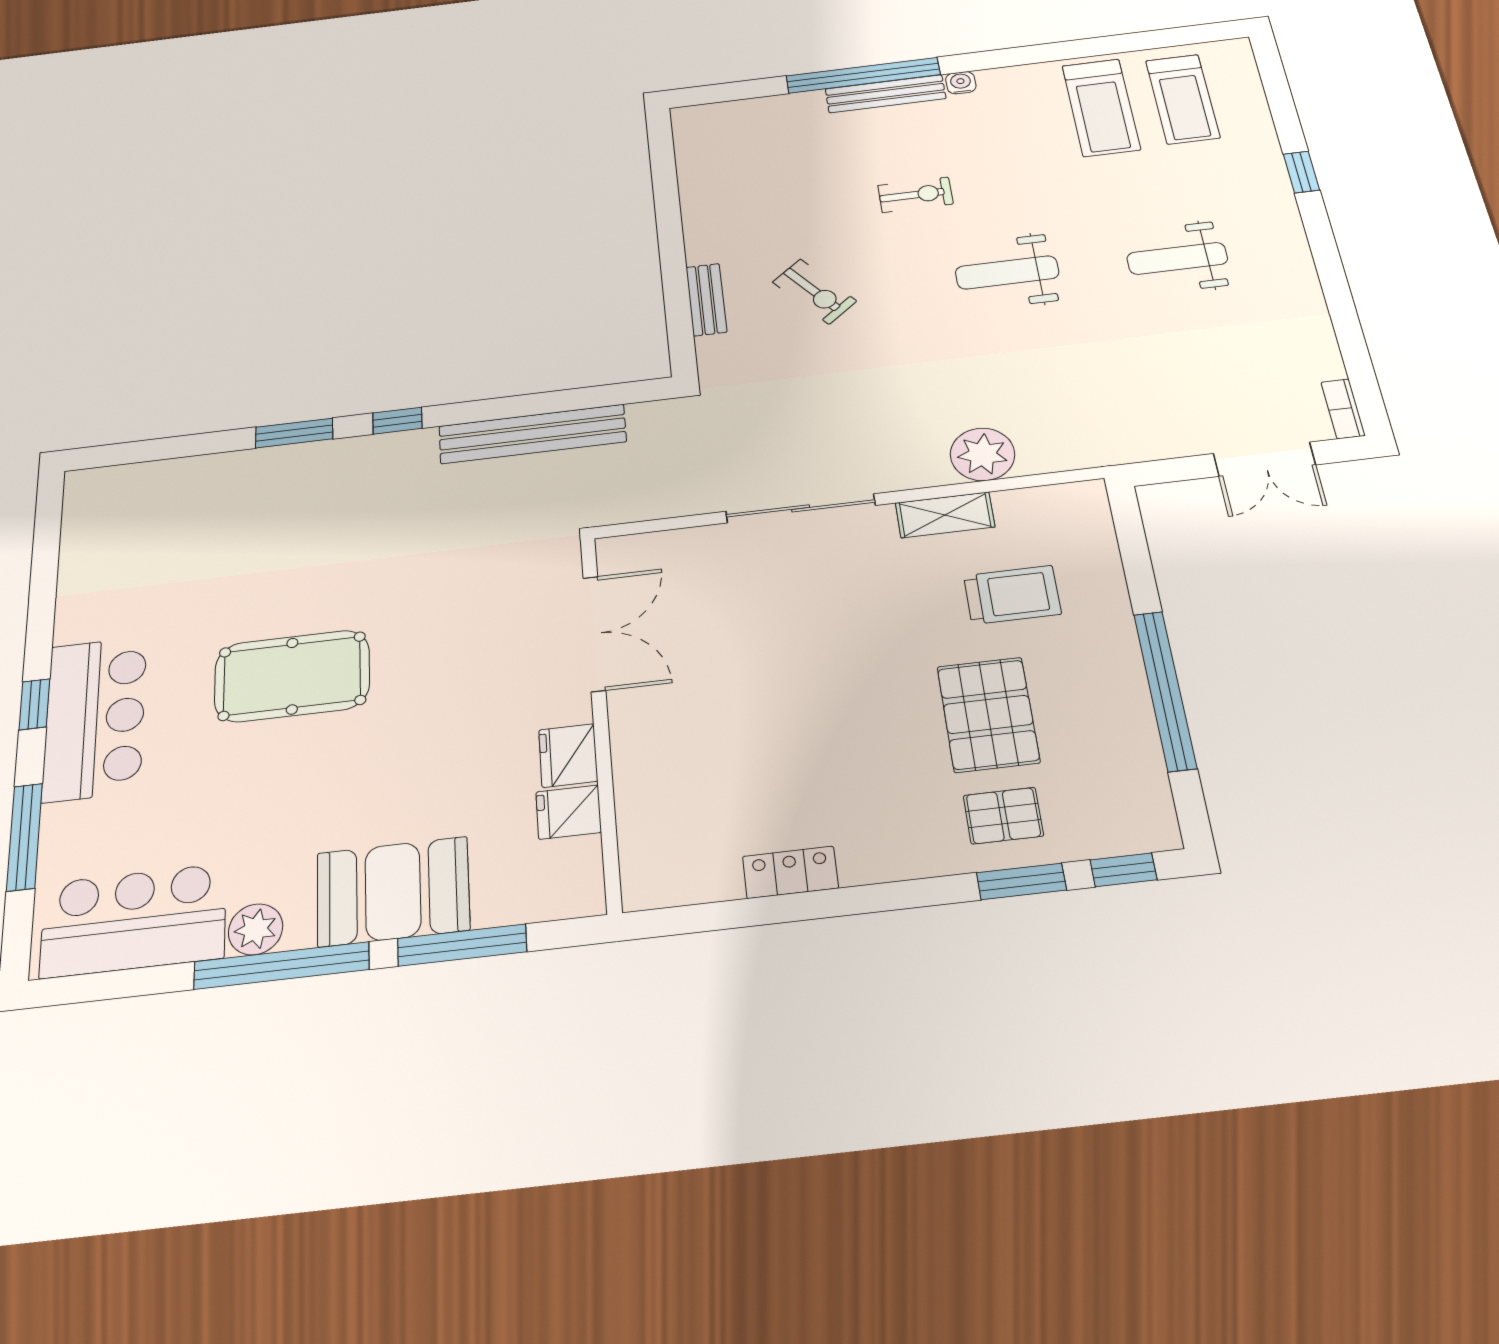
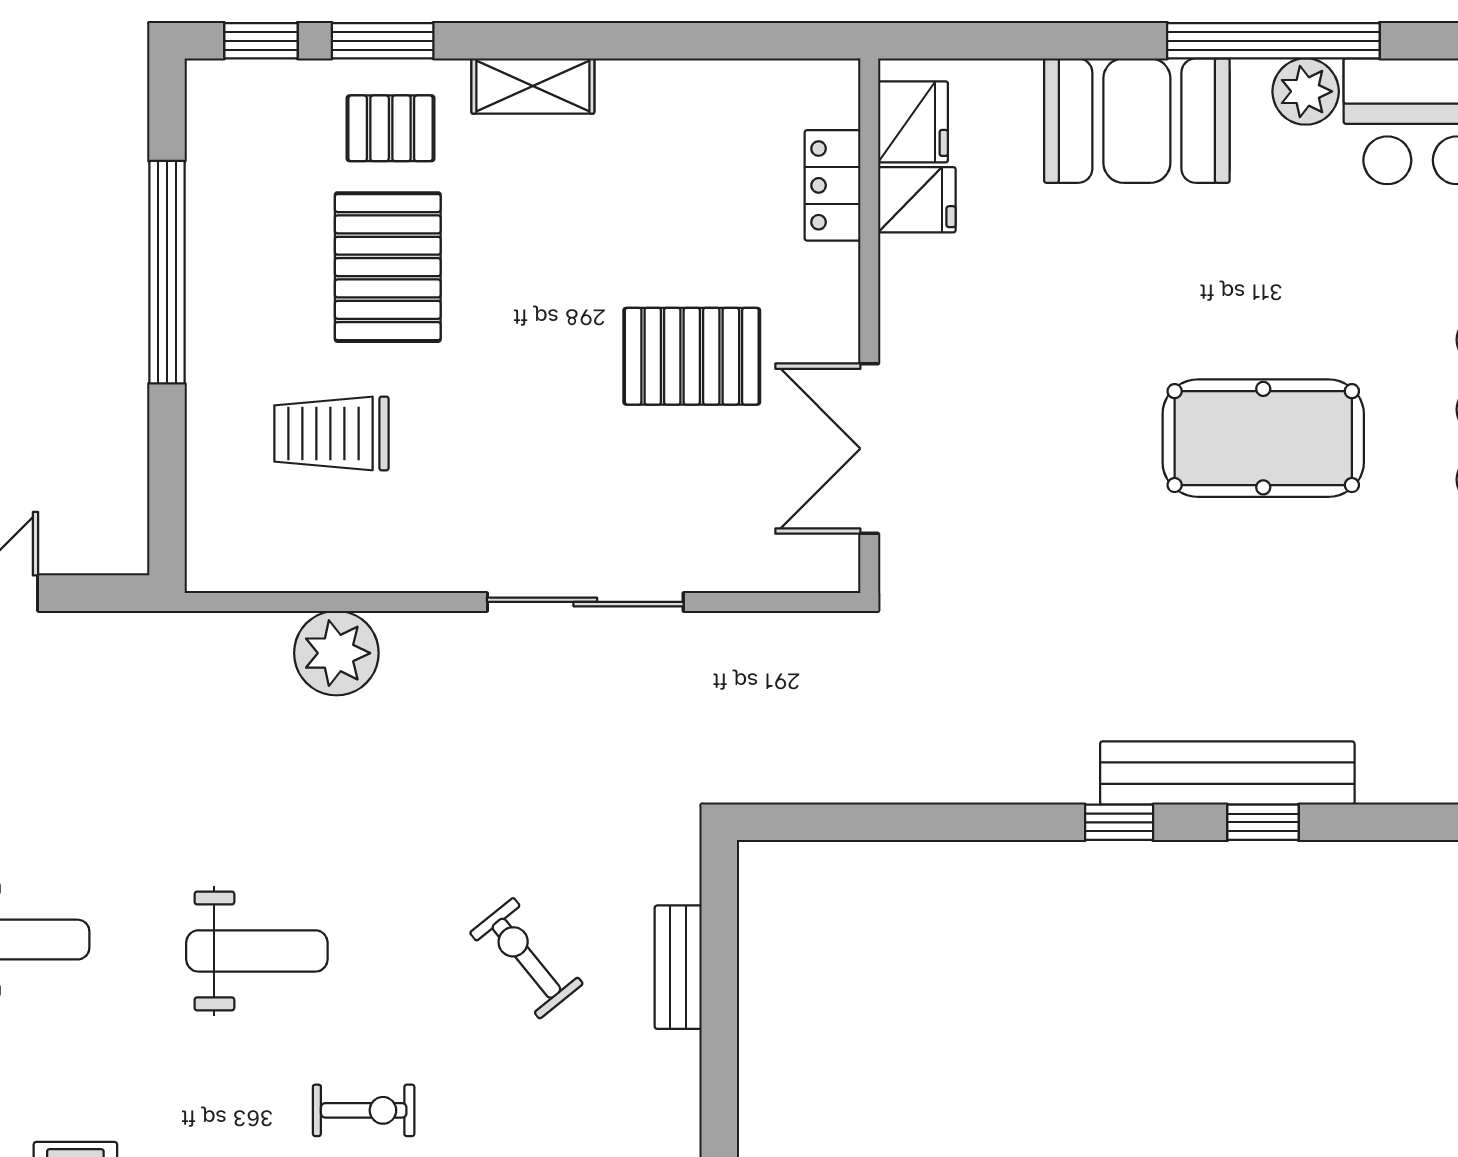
exercise bike: (915, 195) -> (364, 1110), turned 180
window: (294, 433) -> (1263, 822), width x0.67
bench: (532, 434) -> (1227, 773), moved
shelving: (945, 515) -> (533, 86), moved
pallet: (738, 680) -> (692, 356), added
fridge: (568, 755) -> (913, 122), moved
locker: (790, 872) -> (833, 185), moved, turned 90
window: (462, 945) -> (1055, 41), removed

